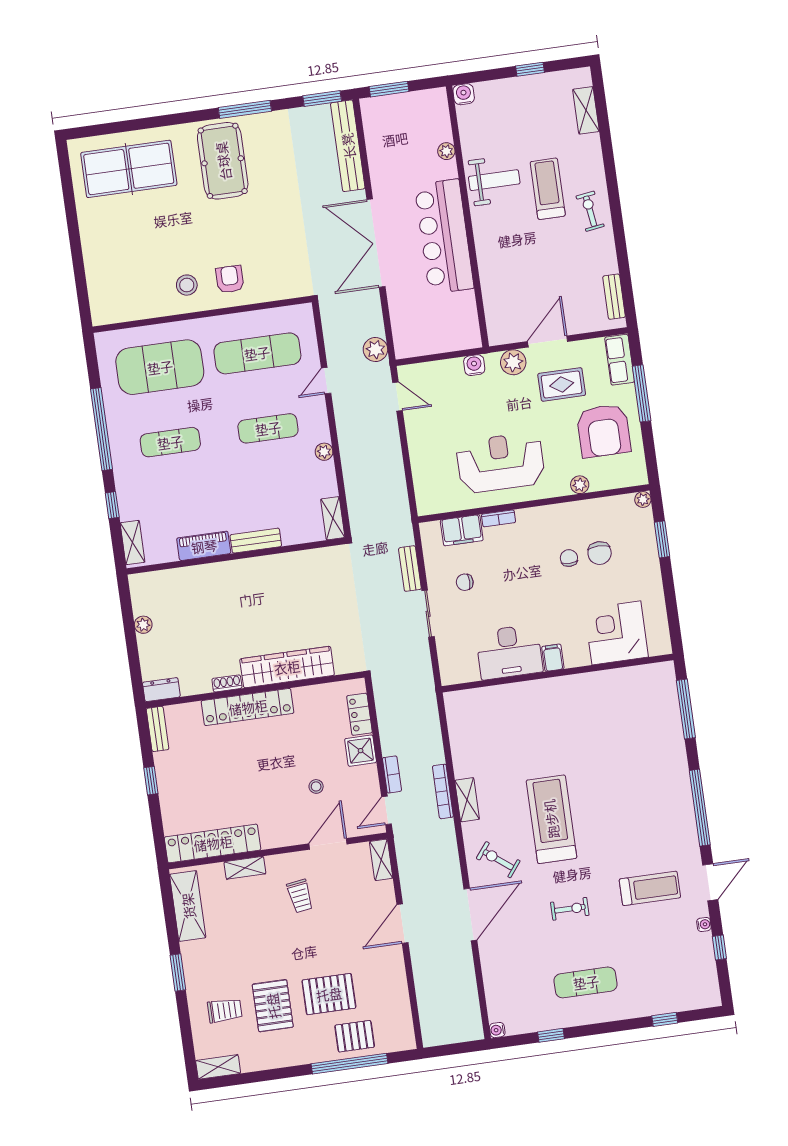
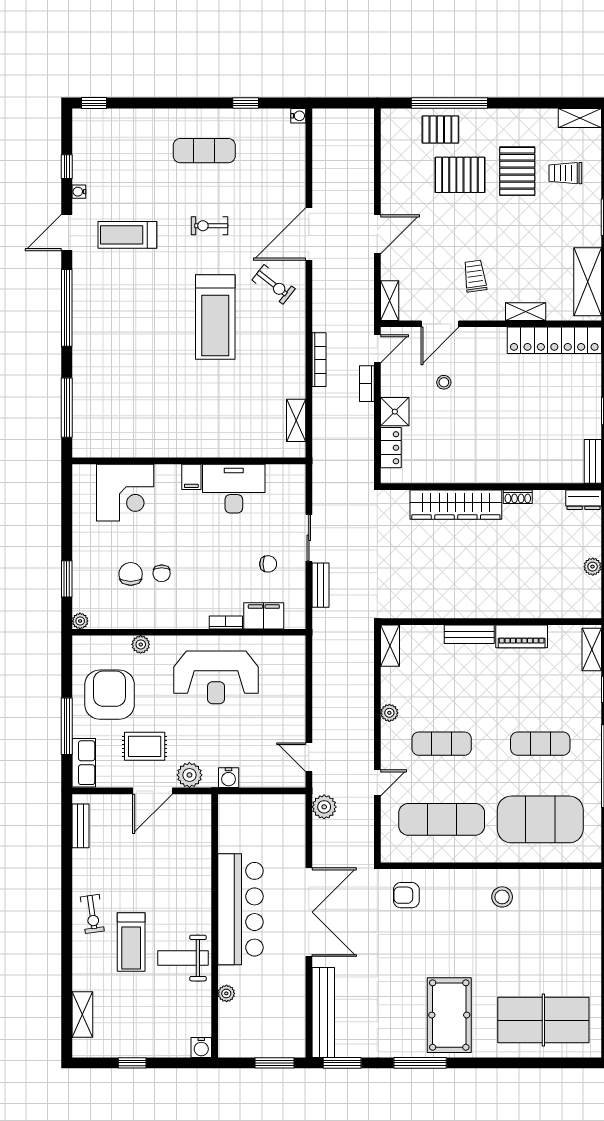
armchair: (230, 279) -> (406, 895), moved, turned 90
locker: (248, 707) -> (501, 471), removed
shelving: (467, 800) -> (296, 420), moved
window: (665, 1019) -> (94, 103), moved

